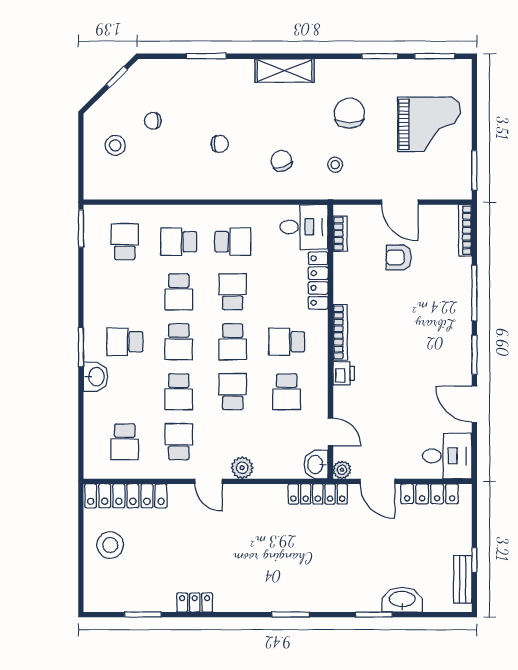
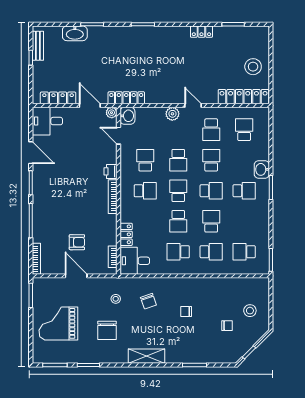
school desk: (125, 242) -> (244, 252), turned 90
locker: (318, 281) -> (126, 234), width x0.66
school desk: (179, 342) -> (211, 191), turned 90

